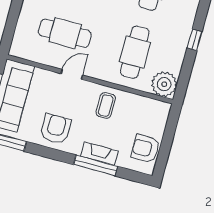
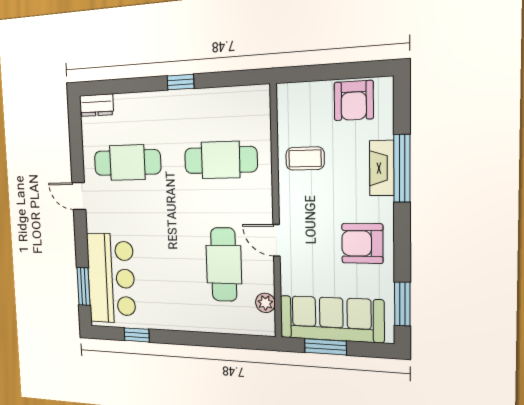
plant: (164, 84) -> (265, 303), moved, width x0.53, depth x0.53
coffee table: (106, 105) -> (305, 158), moved

